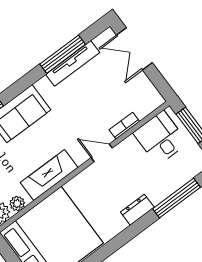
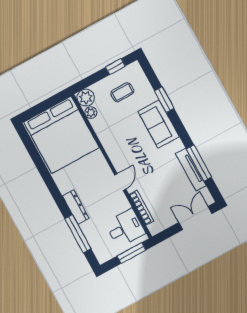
bookcase: (124, 126) -> (141, 208), width x1.56
fireplace: (49, 175) -> (109, 140), removed
dresser: (137, 210) -> (76, 207), width x1.44

